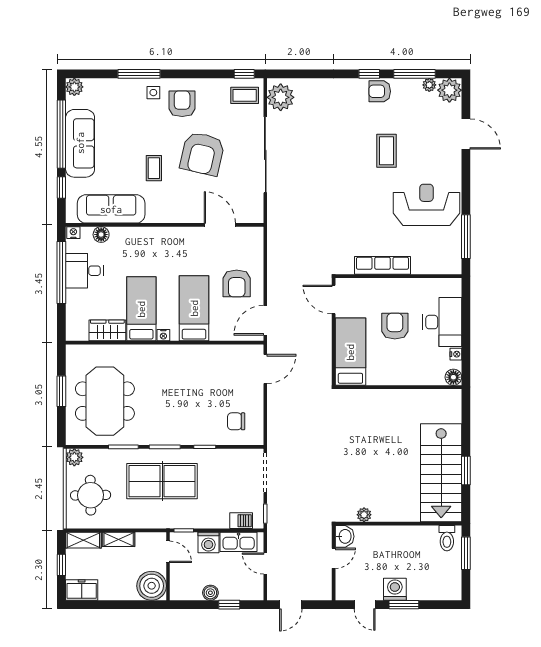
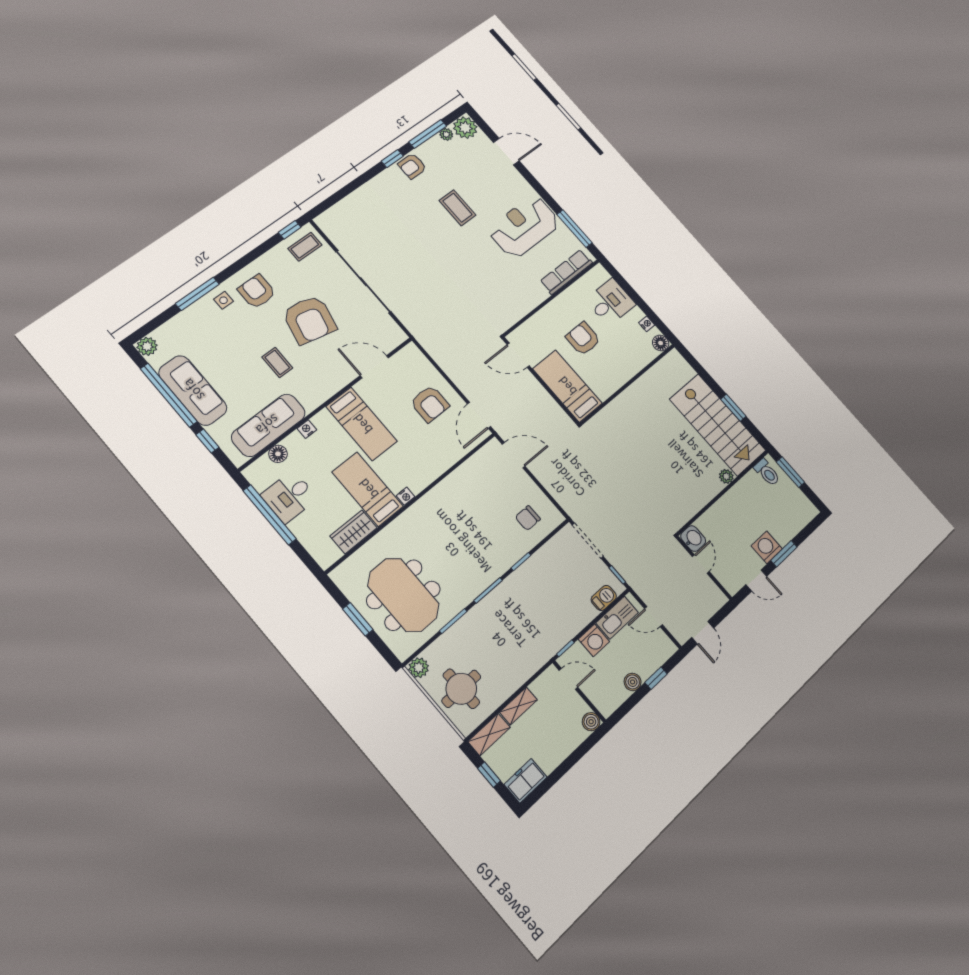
plant: (281, 97) -> (336, 227), removed
nightstand: (73, 233) -> (307, 429), moved
row of seats: (382, 265) -> (566, 272), moved
bed: (194, 308) -> (362, 424), moved, turned 180
desk: (442, 322) -> (610, 302), width x0.73
door: (265, 369) -> (514, 455), hinge flipped
table tennis table: (162, 481) -> (511, 622), removed
plant: (364, 515) -> (726, 476), moved
boiler: (152, 586) -> (591, 722), width x0.54, depth x0.54

